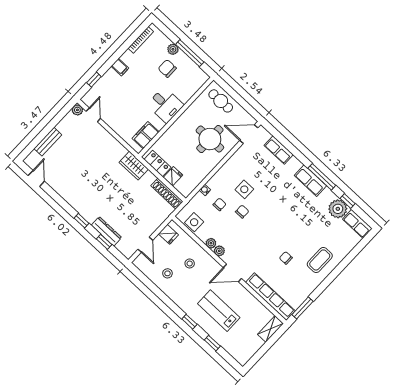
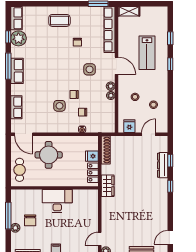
desk: (165, 105) -> (57, 201), width x1.37
filing cabinet: (146, 135) -> (83, 196), removed
side table: (194, 222) -> (90, 69), moved

